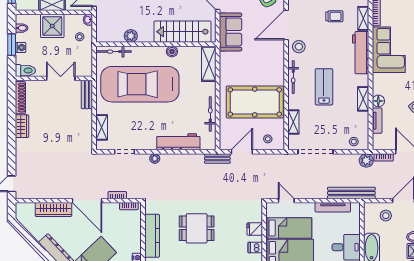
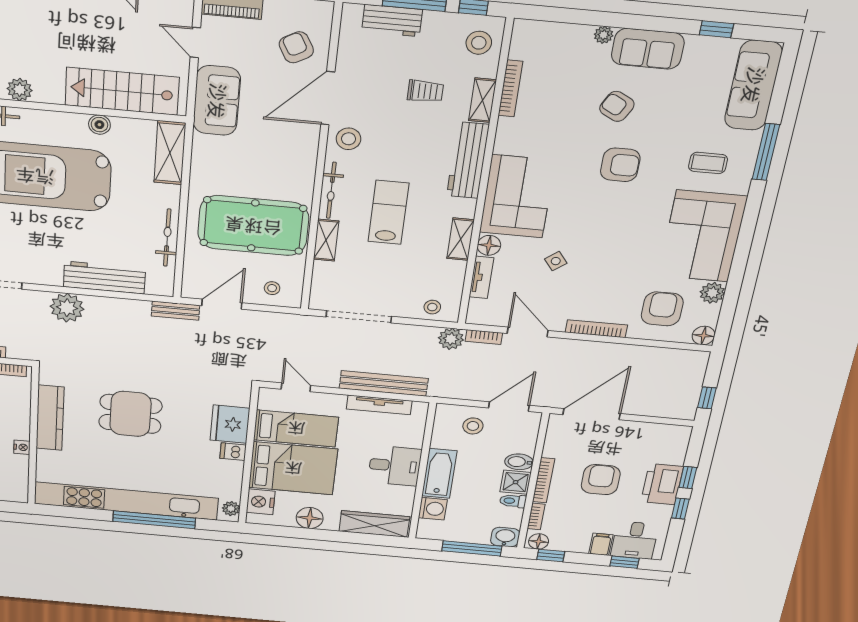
corner sofa: (389, 50) -> (517, 196), moved
shelving: (293, 122) -> (326, 240), moved
plant: (155, 159) -> (67, 308), width x1.87, depth x1.87
bench: (351, 193) -> (384, 383), moved
fridge: (255, 229) -> (230, 424), width x1.88, depth x1.34

